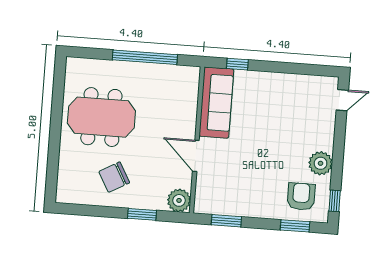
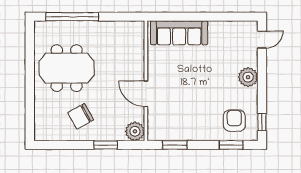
window: (145, 57) -> (72, 17), moved
window: (237, 64) -> (174, 17), removed
sofa: (216, 103) -> (179, 33), moved, turned 90
plant: (321, 163) -> (248, 77), moved

